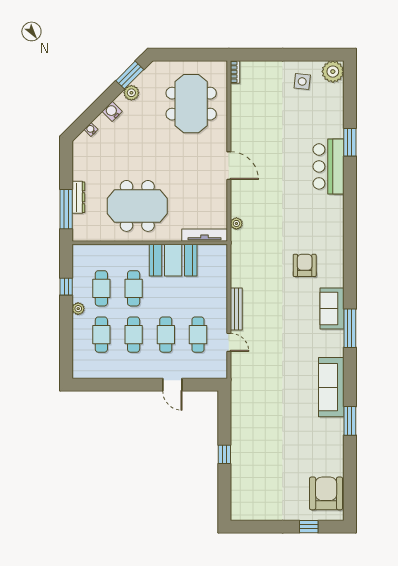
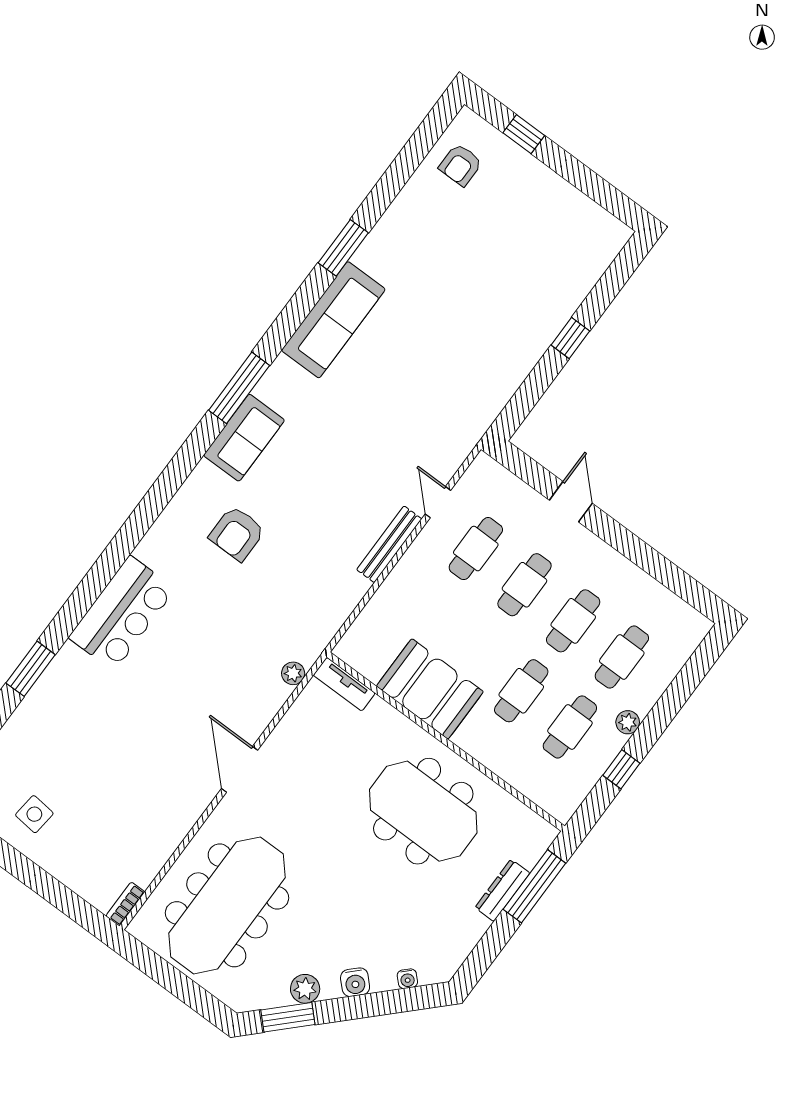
meeting table: (191, 104) -> (227, 905), width x1.36
bar counter: (328, 166) -> (122, 613), moved
tv unit: (205, 235) -> (344, 684), width x0.71
armchair: (326, 493) -> (461, 165), width x0.53, depth x0.53

